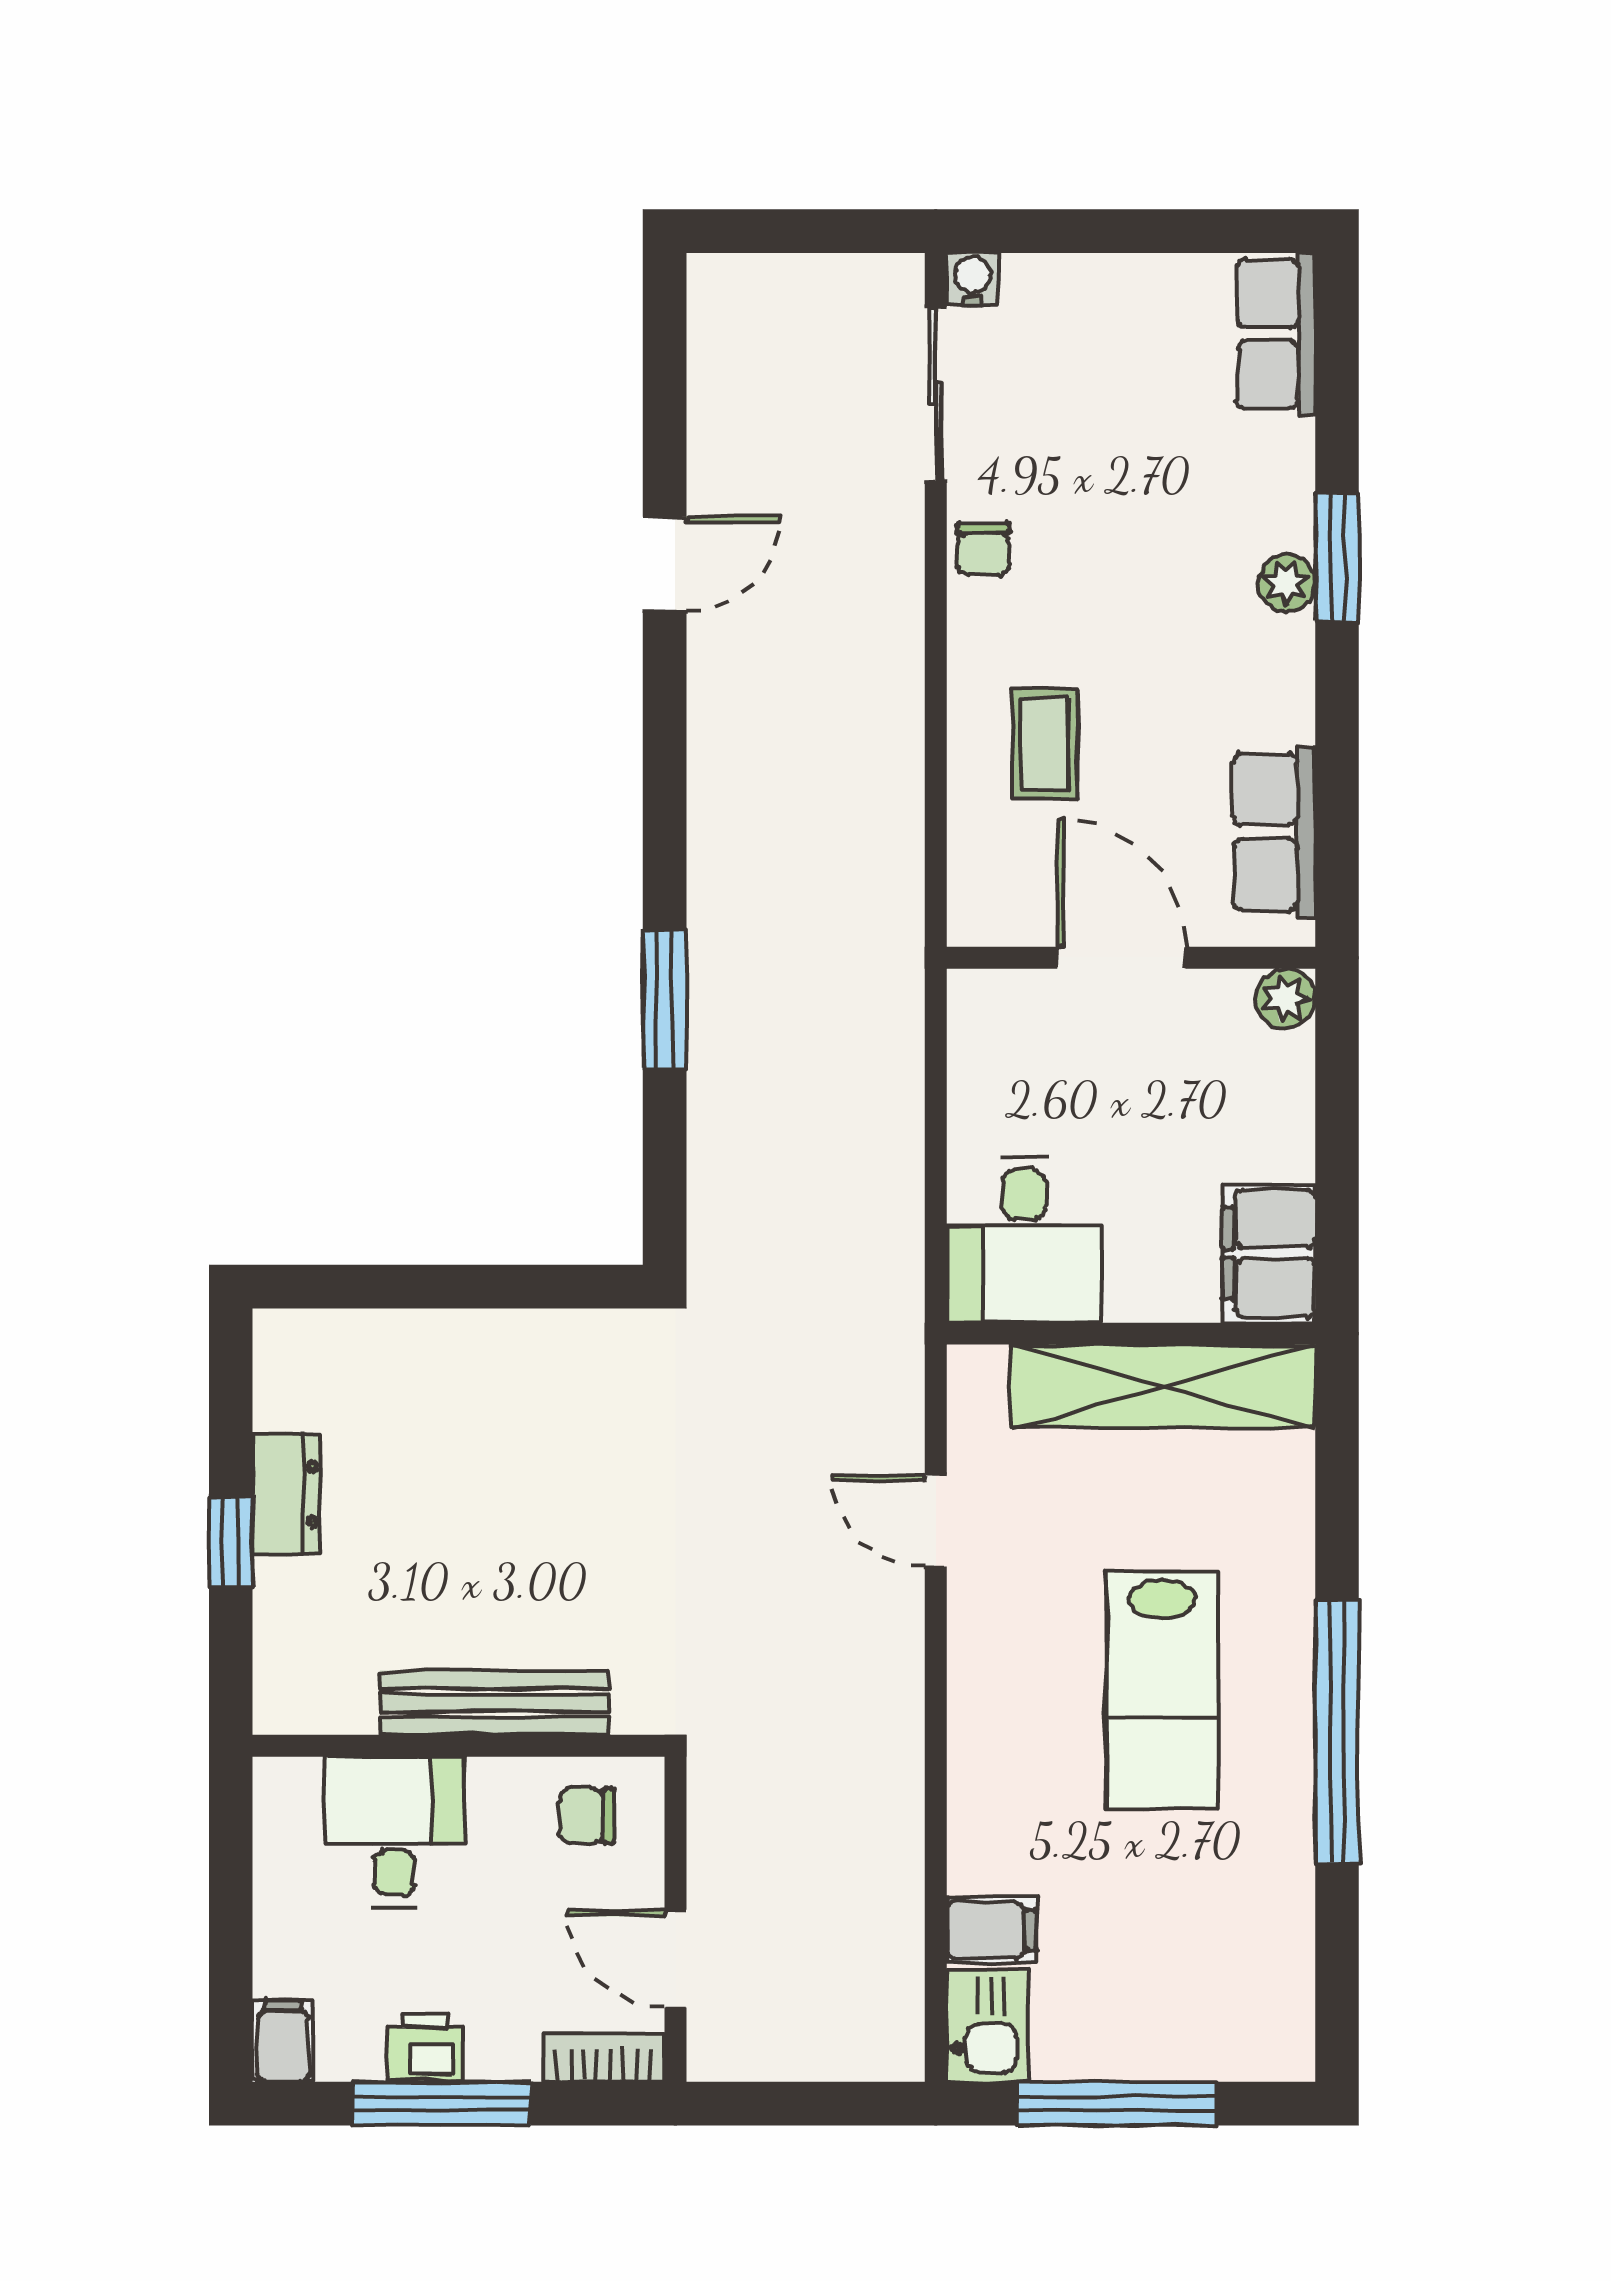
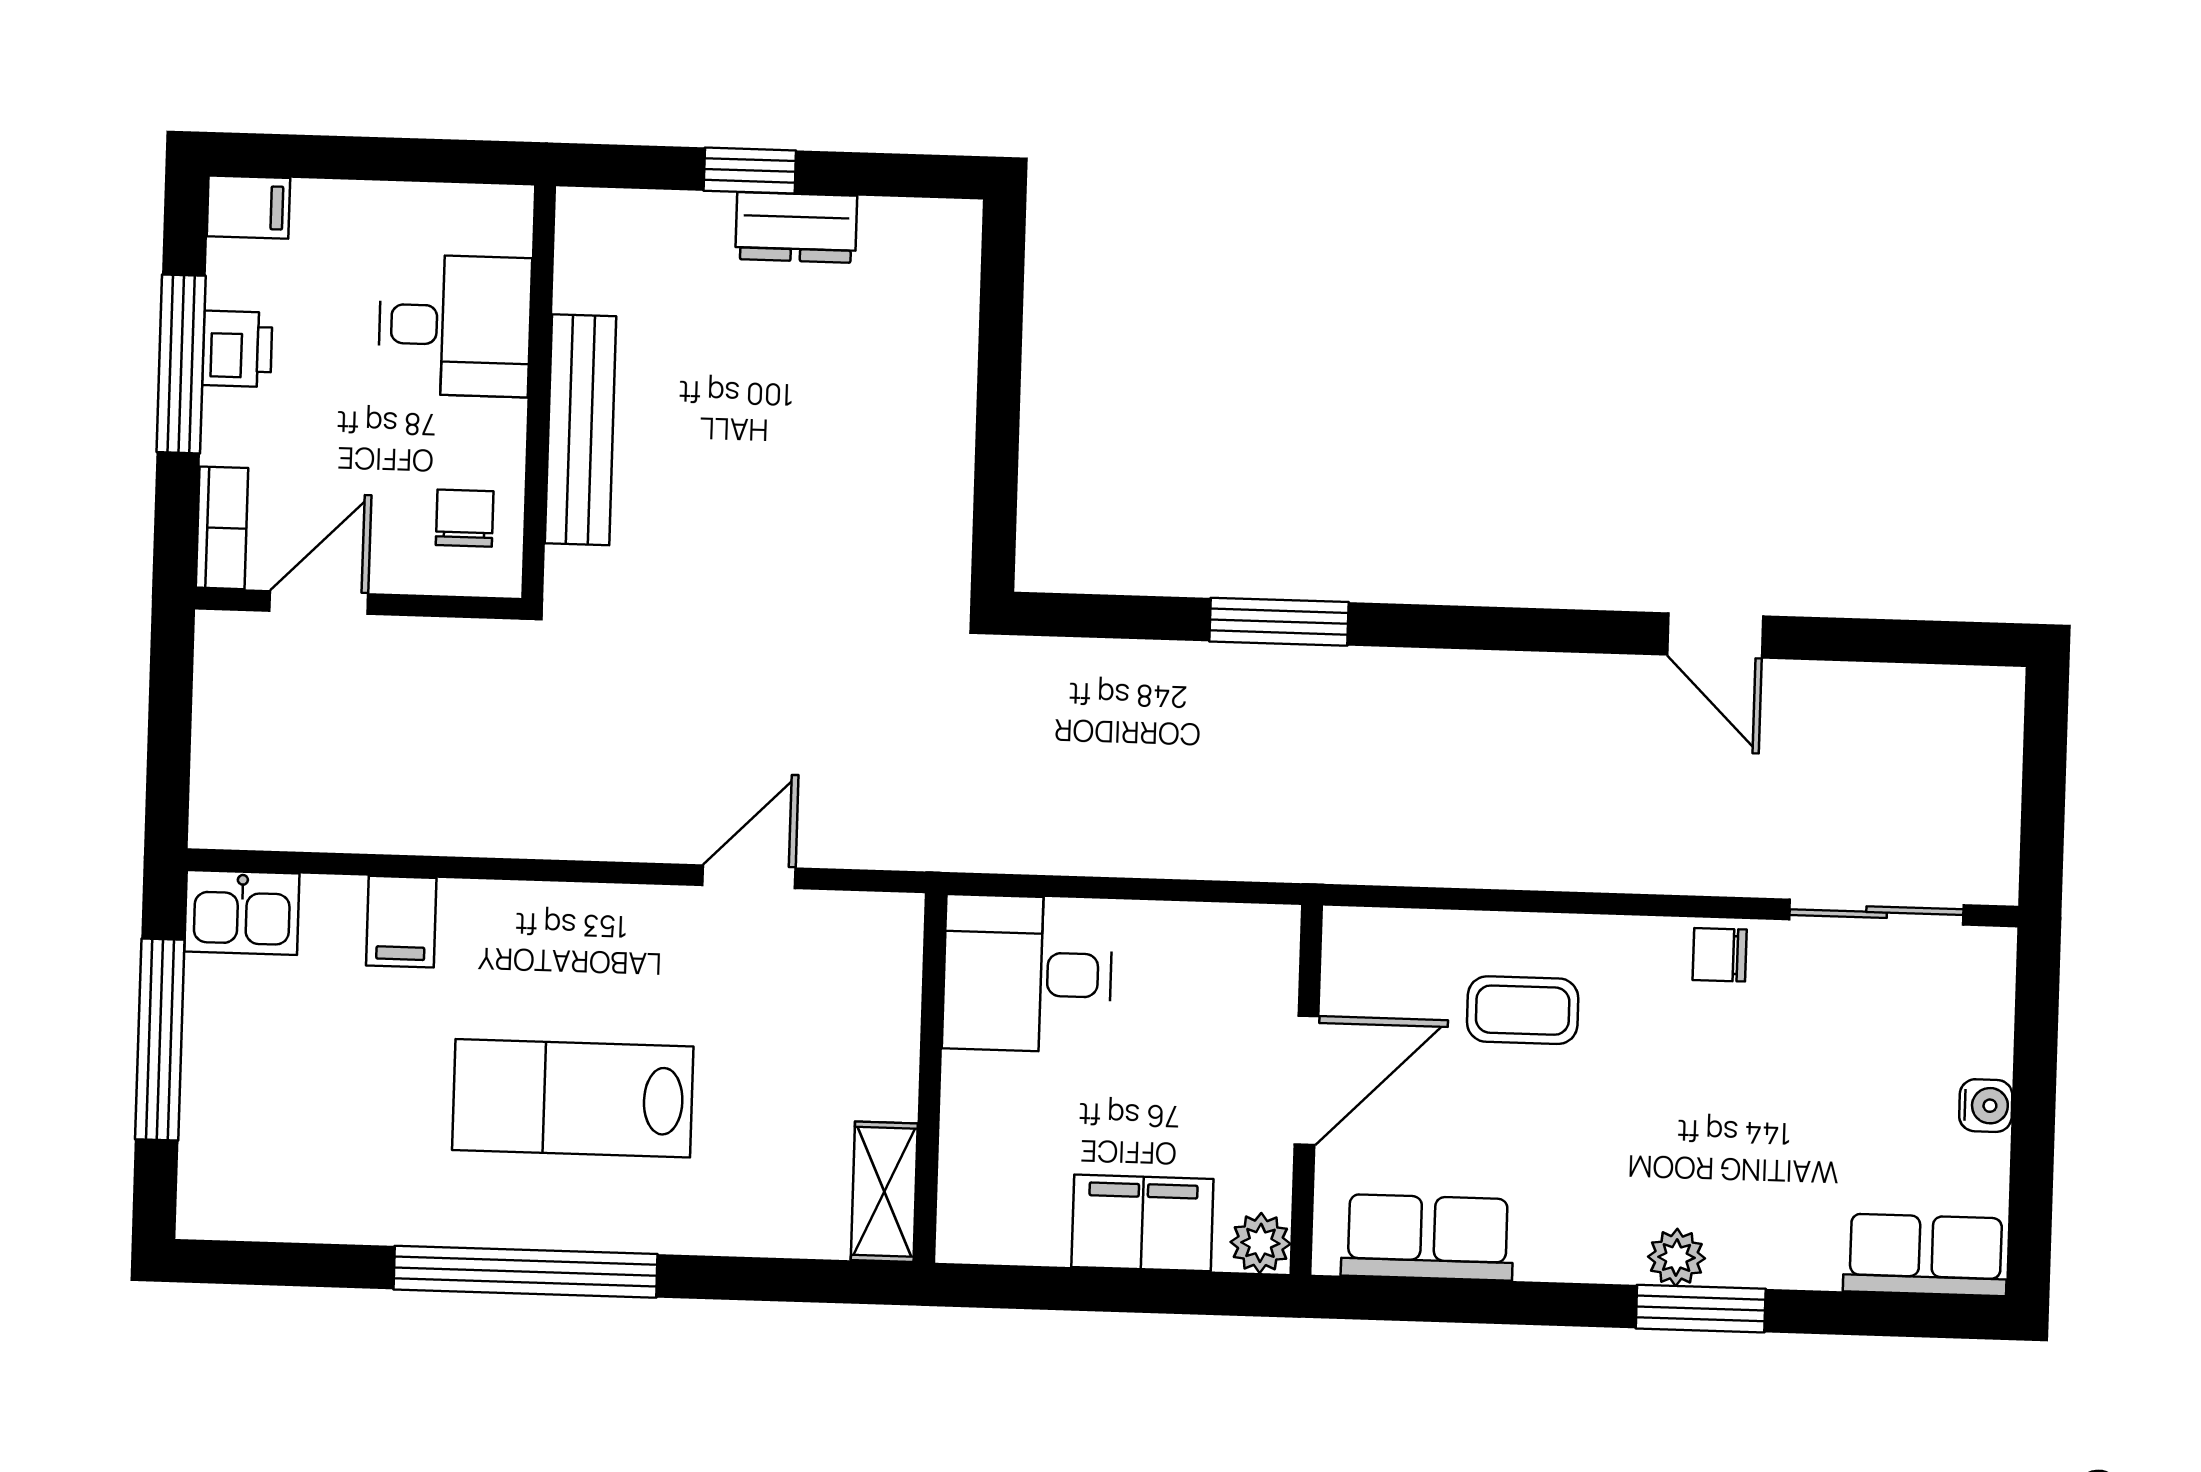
water cooler: (973, 279) -> (1986, 1106), moved
filing cabinet: (1269, 1253) -> (1142, 1223), moved
shelving: (1163, 1386) -> (884, 1192), width x0.45, depth x0.75
filing cabinet: (991, 1930) -> (401, 922), moved

